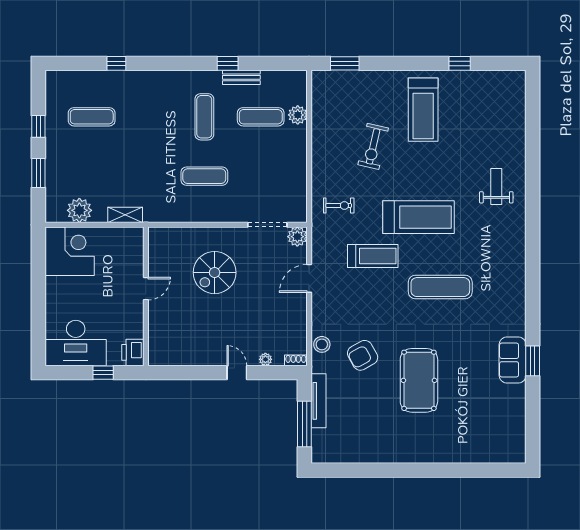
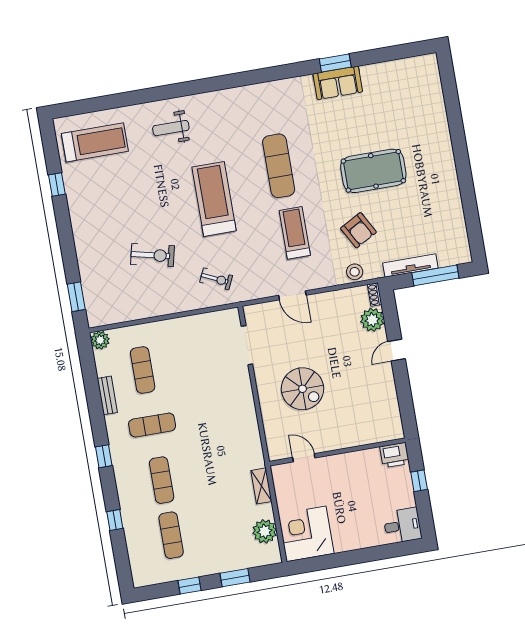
window: (228, 63) -> (104, 456), moved
treadmill: (423, 110) -> (95, 142), moved
plant: (298, 115) -> (100, 340), moved
exercise mat: (204, 176) -> (162, 480), moved
exercise bike: (339, 205) -> (216, 279), turned 115
plant: (297, 237) -> (253, 314), removed
treadmill: (373, 256) -> (295, 233), moved
door: (146, 289) -> (304, 458), moved
desk: (76, 343) -> (402, 526), width x0.53, depth x0.77
plant: (265, 359) -> (372, 320), width x1.88, depth x1.88

